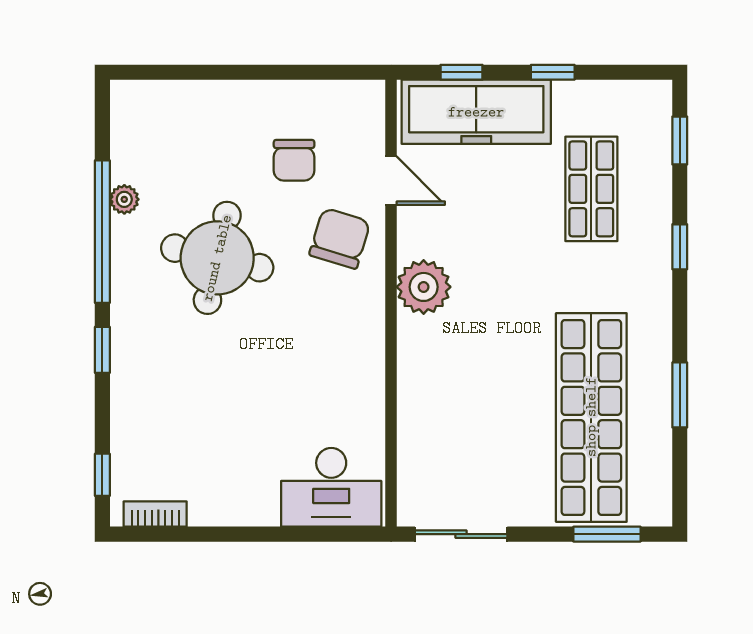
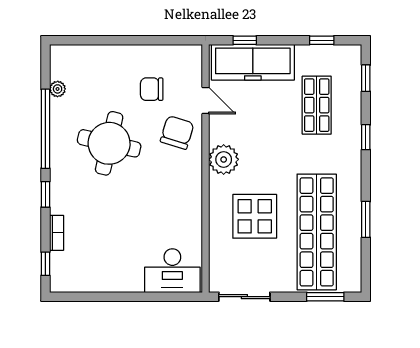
window: (553, 72) -> (322, 40), moved
chair: (294, 160) -> (152, 89), turned 90
plant: (124, 199) -> (58, 89), moved
display table: (480, 389) -> (255, 216), added
bookcase: (155, 514) -> (57, 233), moved, turned 90

